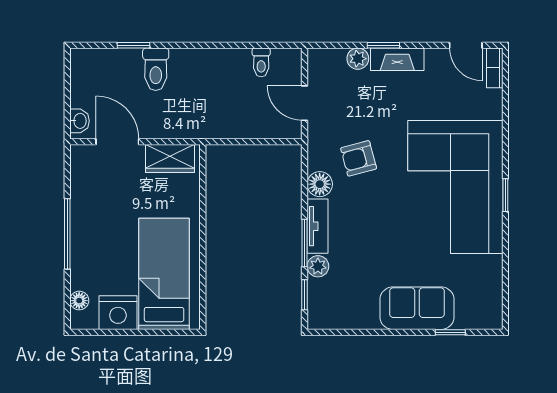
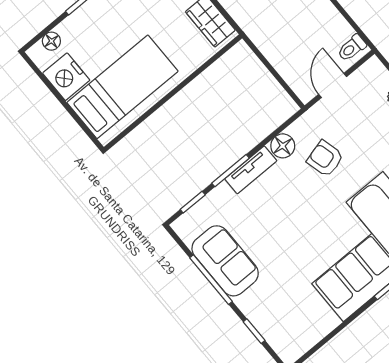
toilet: (261, 62) -> (352, 48), moved
plant: (318, 266) -> (222, 195), removed
sofa: (417, 308) -> (225, 261), moved
window: (380, 332) -> (211, 280), added

